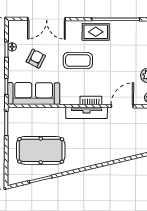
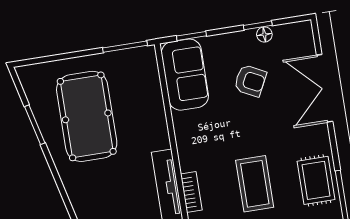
coffee table: (78, 61) -> (255, 184), moved
sofa: (34, 94) -> (185, 75), width x0.73

